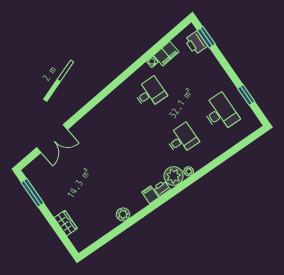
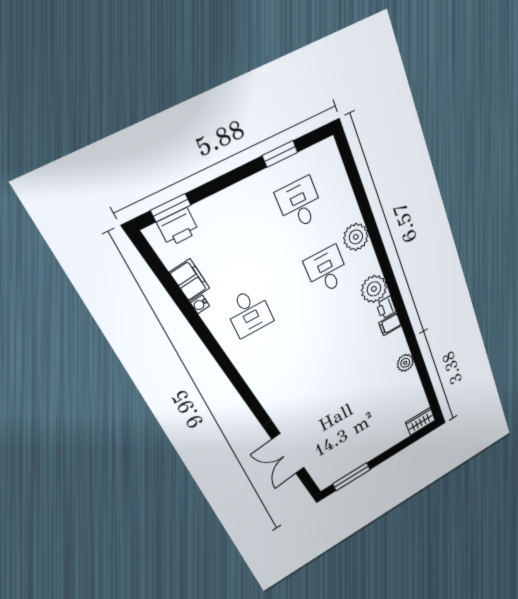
desk: (150, 93) -> (249, 312), turned 180
desk: (220, 113) -> (300, 204), width x0.73
double door: (52, 139) -> (288, 454), swing flipped
plant: (189, 171) -> (356, 237), moved, width x1.88, depth x1.88
wardrobe: (66, 223) -> (420, 421), moved

